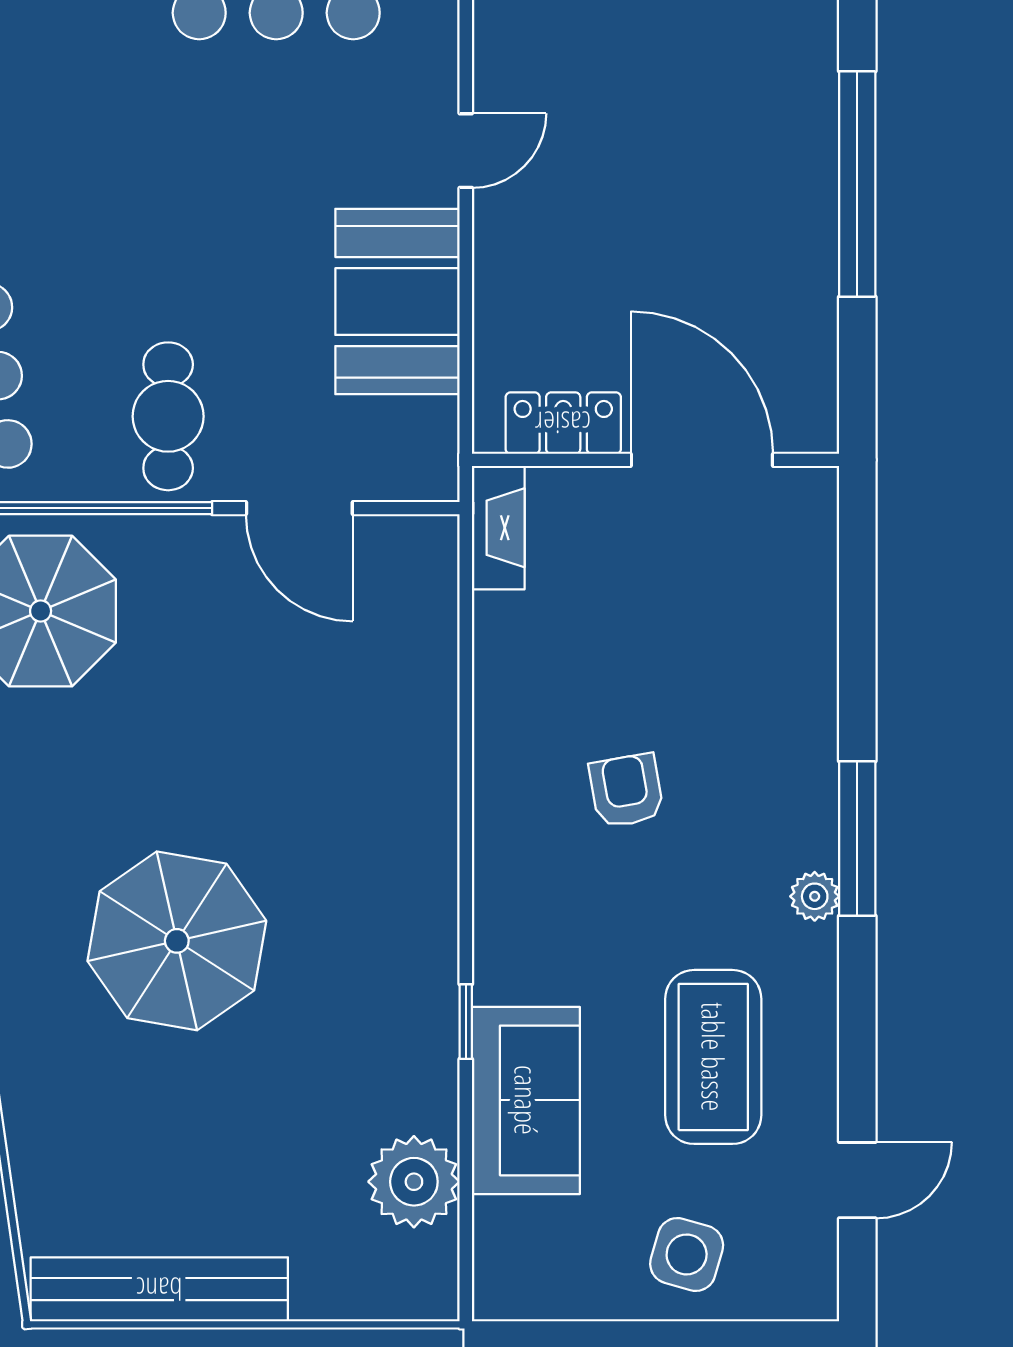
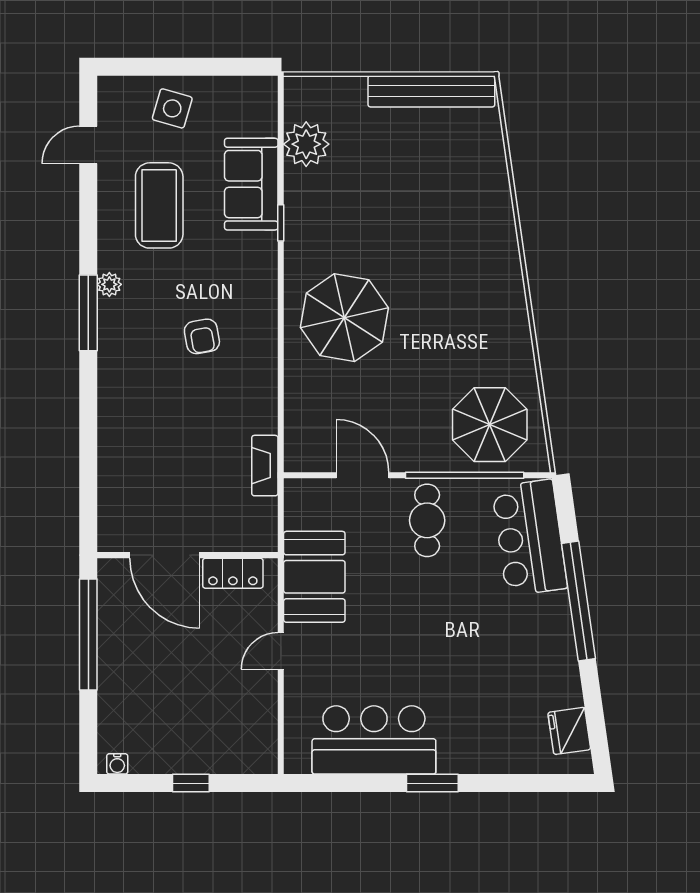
locker: (563, 423) -> (233, 573), moved
wall: (655, 460) -> (188, 555), moved
door: (702, 460) -> (165, 555), moved
parasol: (177, 941) -> (344, 318), moved

